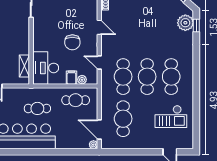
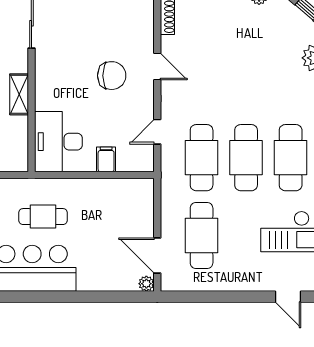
chair: (72, 42) -> (112, 76), moved, turned -90
door: (99, 63) -> (157, 132), hinge flipped
shelving: (24, 66) -> (19, 94), moved
plant: (82, 80) -> (126, 163), removed
cafe table: (76, 100) -> (114, 201), removed

